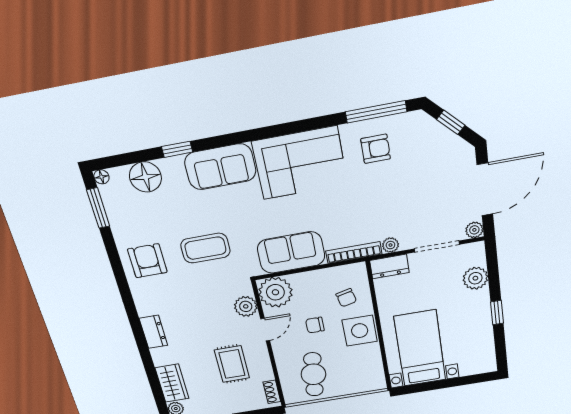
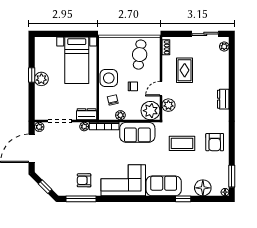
plant: (328, 276) -> (120, 115), added
plant: (475, 278) -> (41, 79), moved
wardrobe: (172, 383) -> (222, 64), removed

